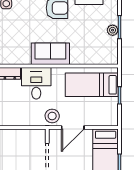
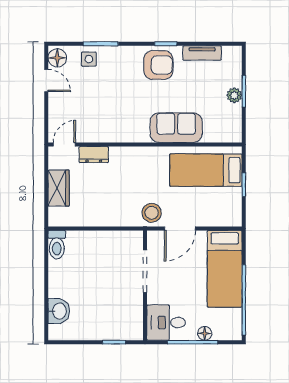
sofa: (50, 54) -> (176, 128), moved
desk: (36, 83) -> (130, 168), removed

